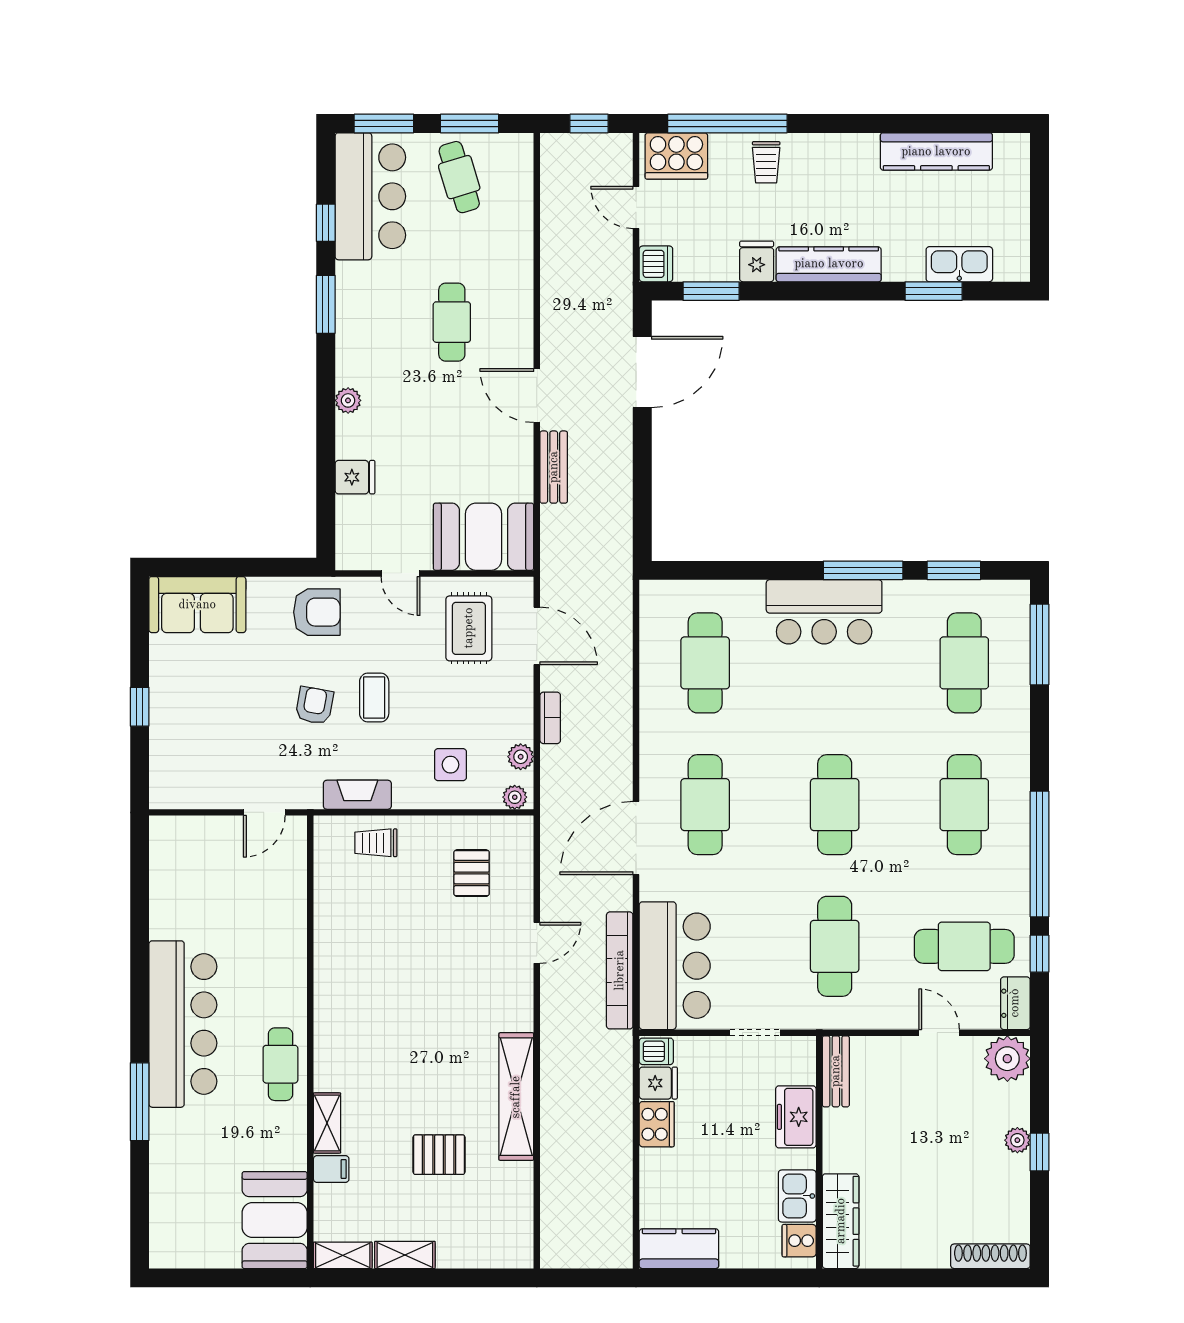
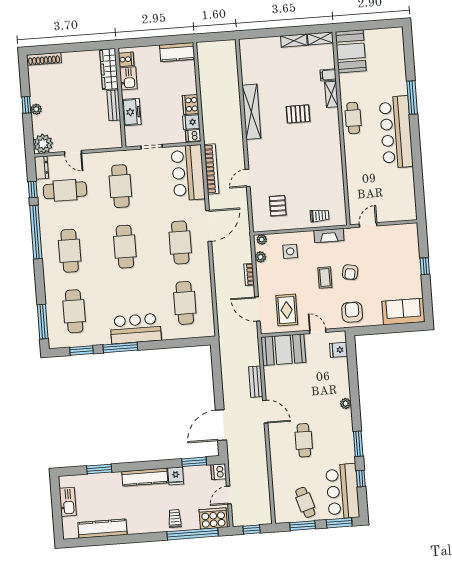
door: (636, 207) -> (229, 495), swing flipped
kitchen sink: (959, 264) -> (68, 502), moved, turned -90
fridge: (355, 477) -> (339, 350), moved
armchair: (317, 612) -> (352, 312), turned 90
bench: (836, 1071) -> (114, 105), moved
pallet: (439, 1155) -> (298, 114), moved

